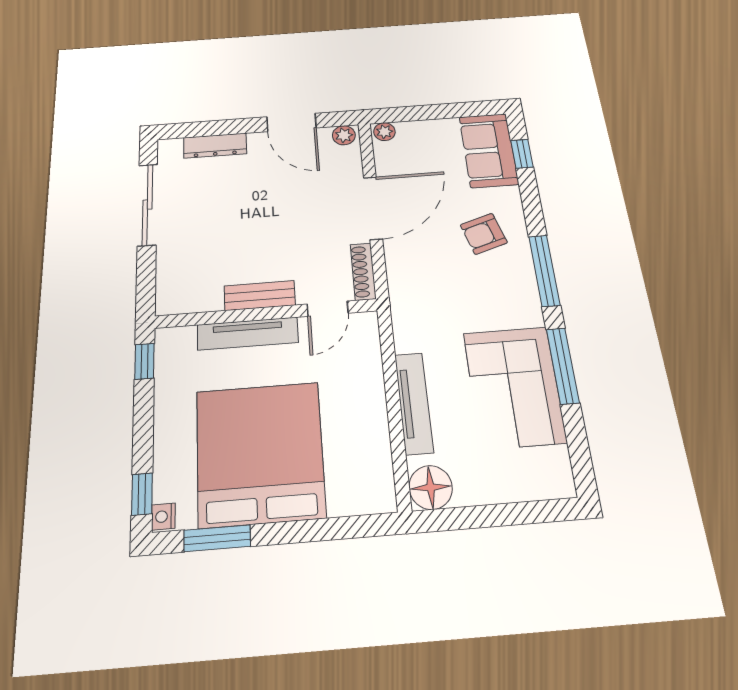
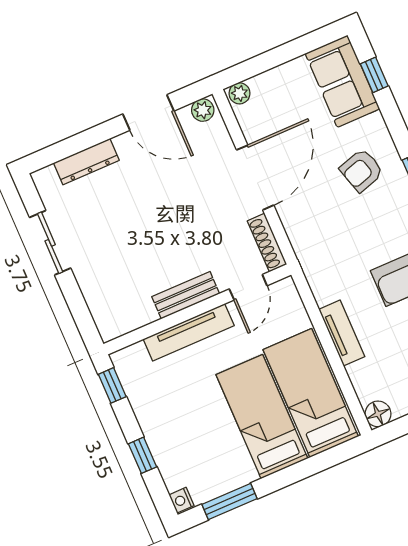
sliding door: (147, 204) -> (50, 243), width x0.73
tv unit: (414, 403) -> (342, 333), width x0.71
bed: (356, 443) -> (311, 393), added
bed: (260, 453) -> (262, 417), width x0.49
floor lamp: (431, 487) -> (378, 414), width x0.73, depth x0.73
window: (142, 494) -> (143, 455), moved

